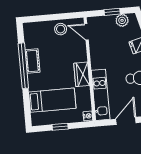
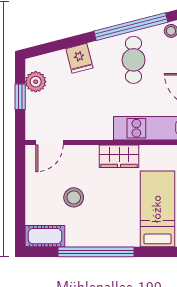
stool: (61, 29) -> (74, 197), moved
cot: (32, 61) -> (45, 236), moved

